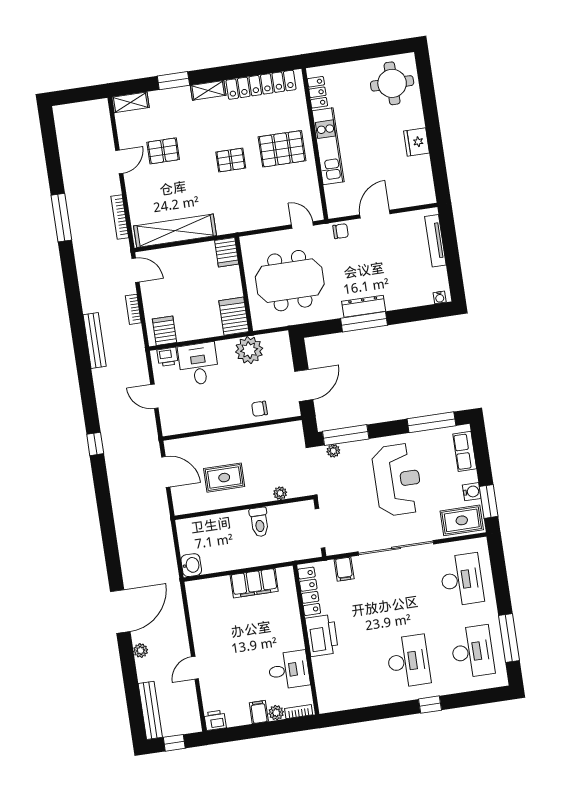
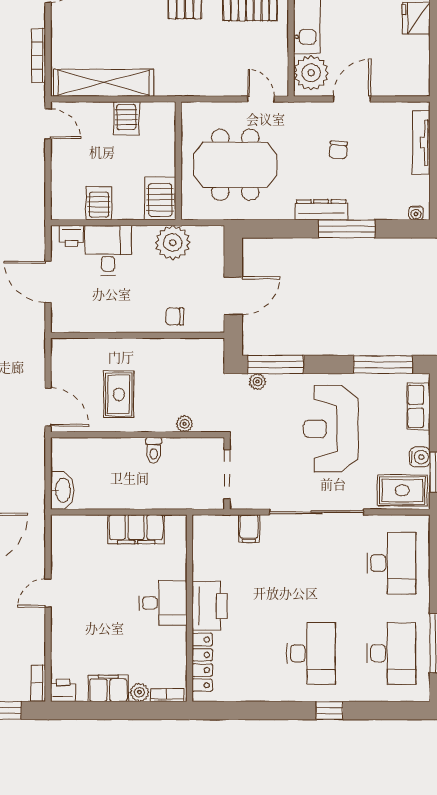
plant: (339, 198) -> (311, 73), added
chair: (341, 231) -> (338, 150), moved, turned 94
server rack: (227, 252) -> (126, 118), moved
bookcase: (133, 309) -> (38, 683), moved
window: (364, 322) -> (347, 229), moved
server rack: (164, 331) -> (99, 203), moved
door: (154, 396) -> (48, 282), width x1.38
door: (166, 472) -> (48, 407), moved
rug: (224, 478) -> (119, 394), turned 90
reception desk: (397, 480) -> (331, 429), turned 180
toilet: (259, 522) -> (154, 450), width x0.73, depth x0.72
washbasin: (191, 565) -> (62, 490), width x1.38
locker: (309, 591) -> (202, 662), moved
door: (195, 668) -> (48, 593), moved
desk: (289, 670) -> (163, 603), moved
filing cabinet: (259, 712) -> (108, 688), width x2.00

